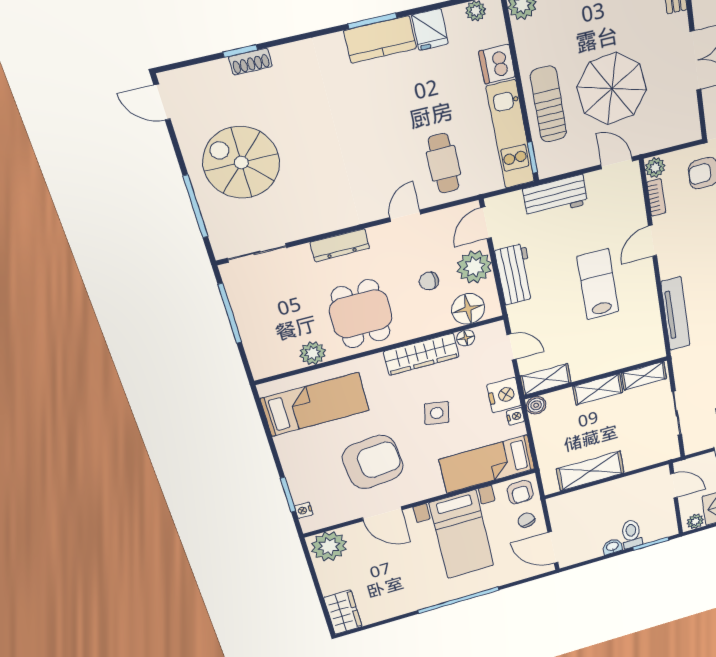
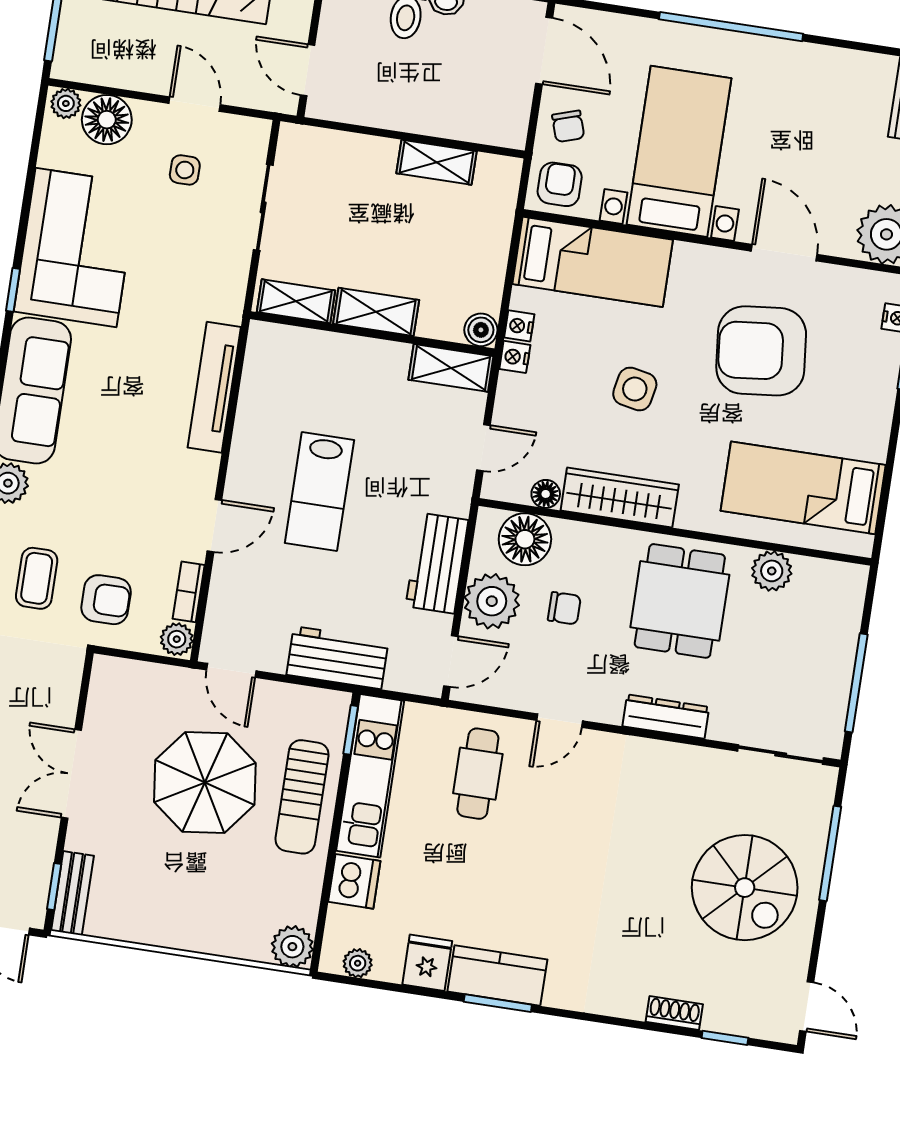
window: (240, 51) -> (725, 1038), moved
door: (512, 347) -> (483, 448), swing flipped
nightstand: (504, 395) -> (515, 357), width x0.53, depth x0.56
shelving: (590, 471) -> (436, 162), width x0.67, depth x0.75

